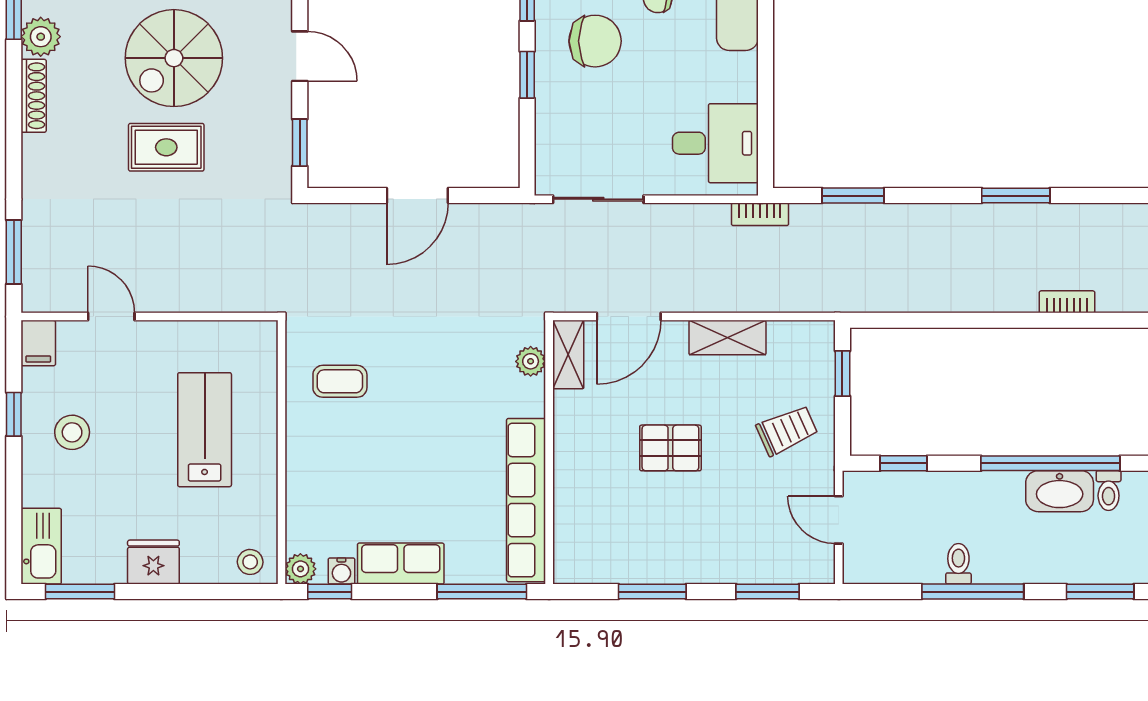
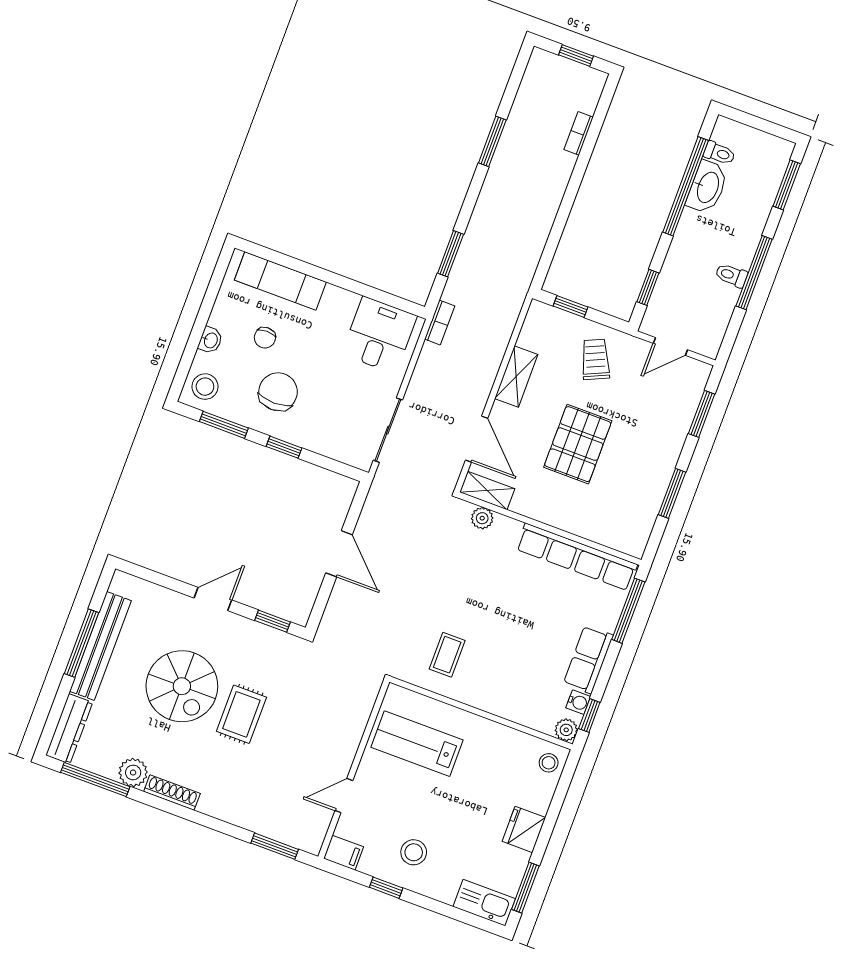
lab bench: (205, 430) -> (417, 744), moved
pallet: (670, 448) -> (578, 444), width x1.50, depth x1.42

